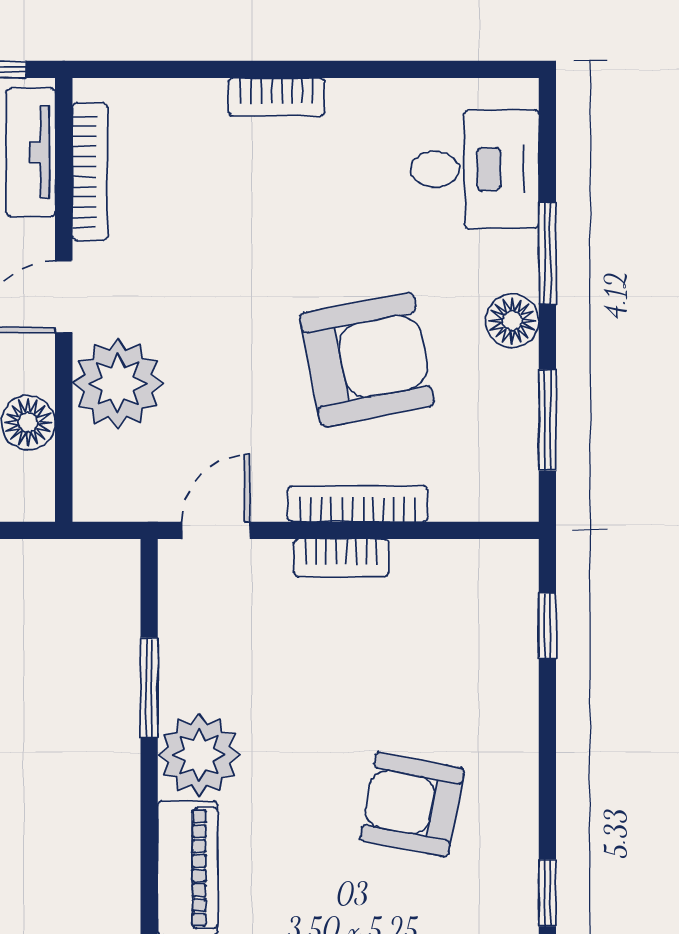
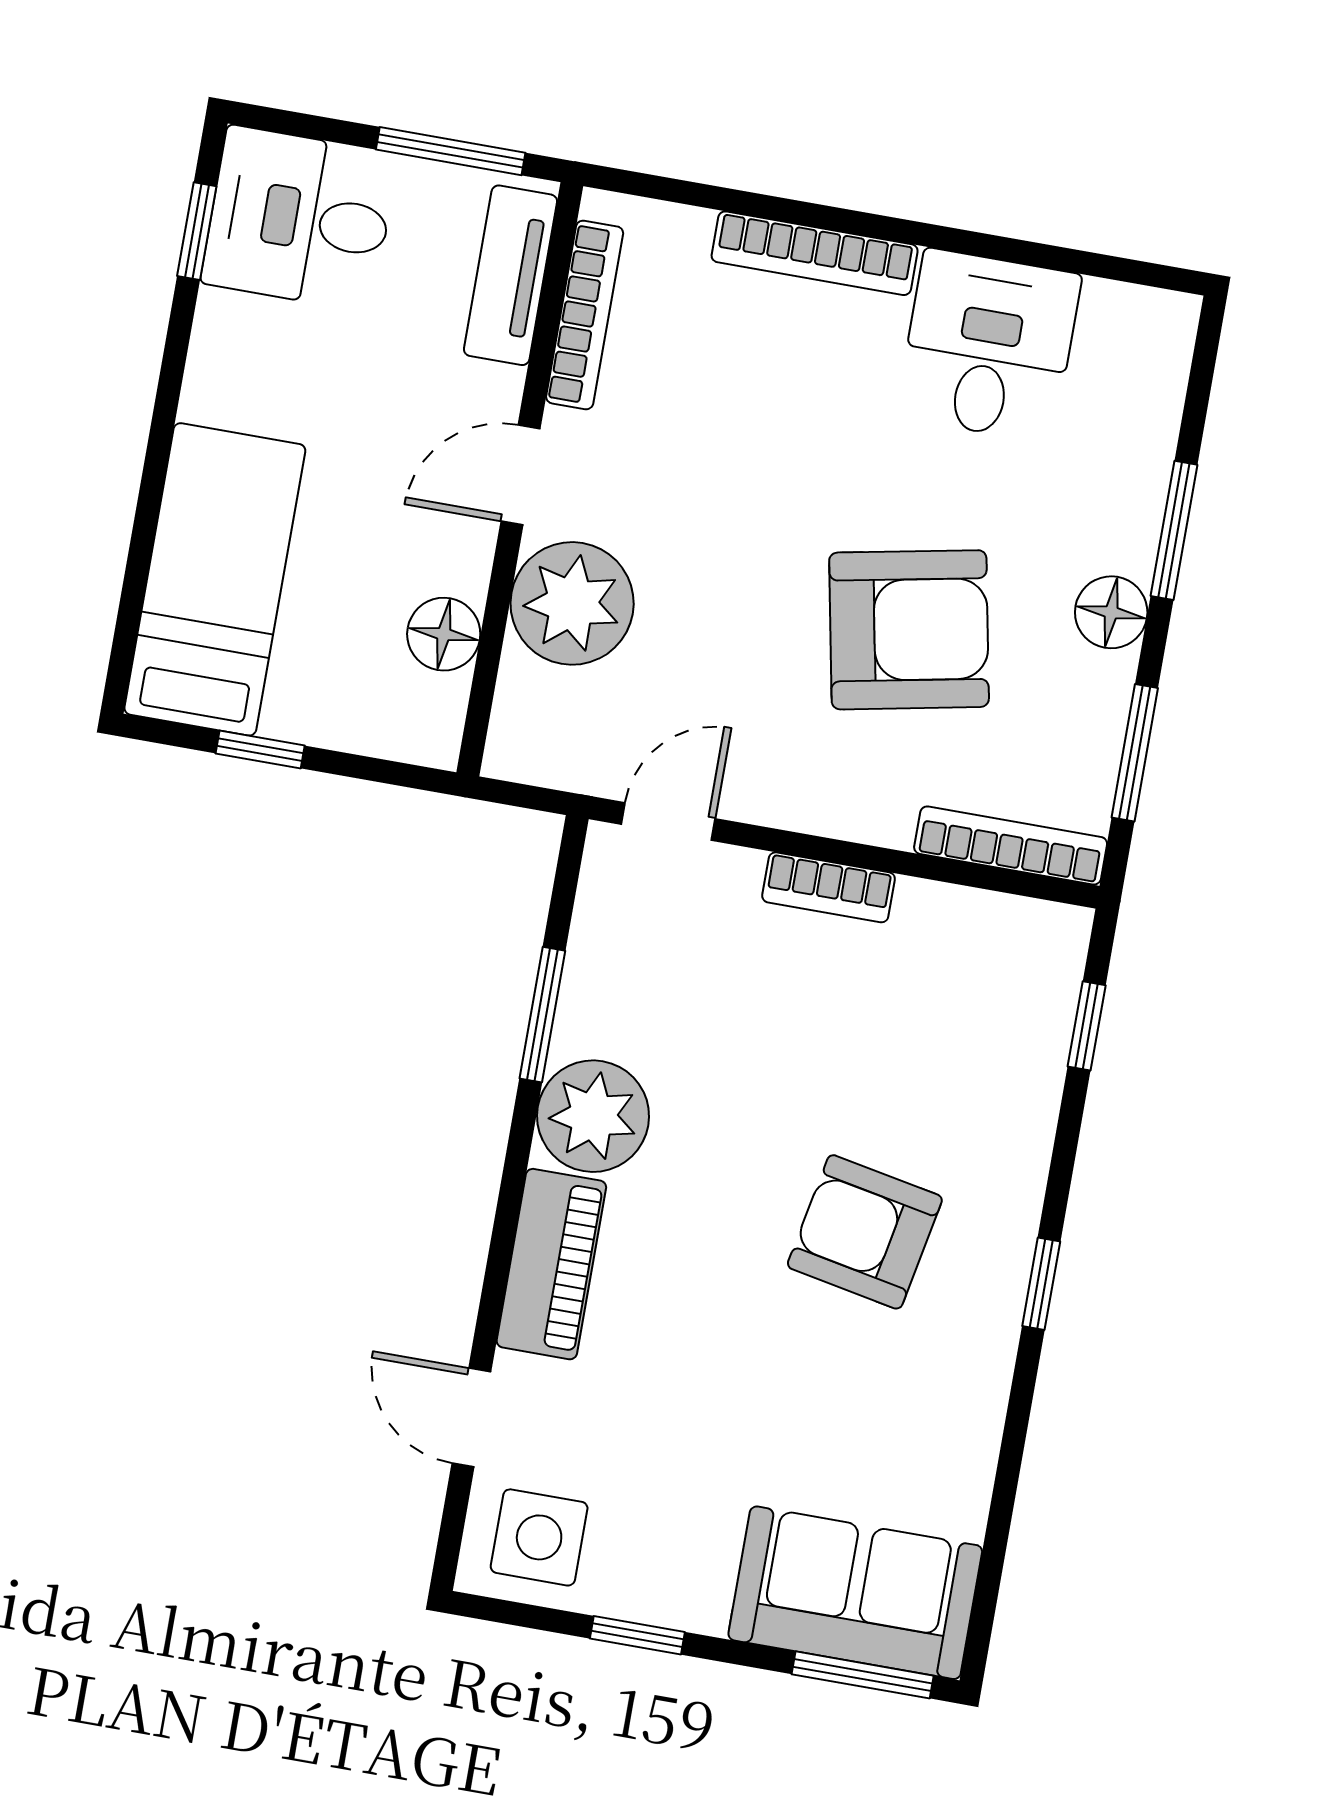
bookcase: (277, 97) -> (815, 253), width x1.56
desk: (475, 169) -> (989, 346), moved, turned -90
bookcase: (358, 504) -> (1011, 845), moved
window: (547, 893) -> (1041, 1284), moved

